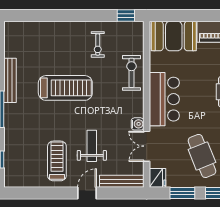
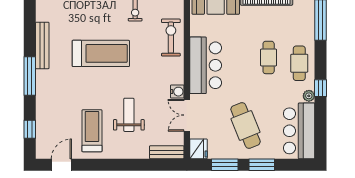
bench: (122, 181) -> (167, 152), width x0.73
door: (87, 193) -> (61, 165), moved

